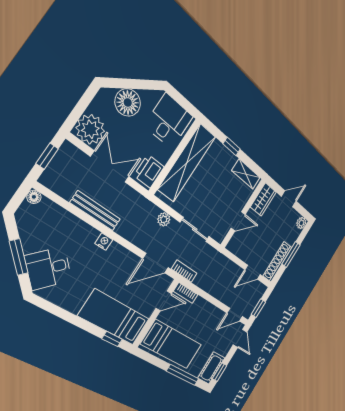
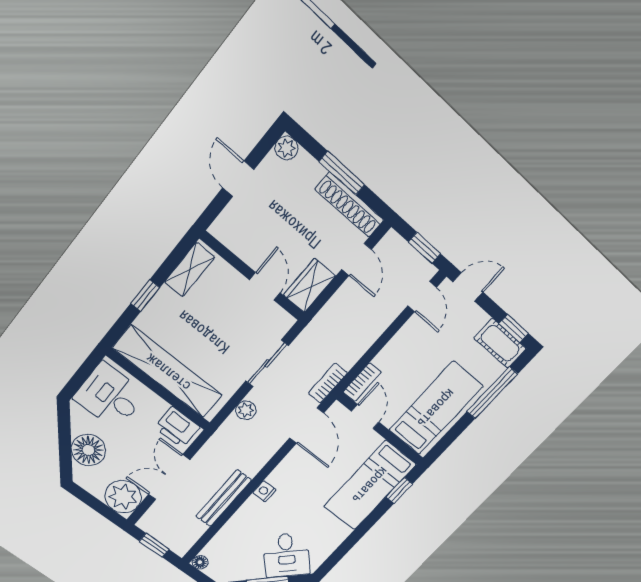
wardrobe: (263, 199) -> (309, 285), moved, turned -90

